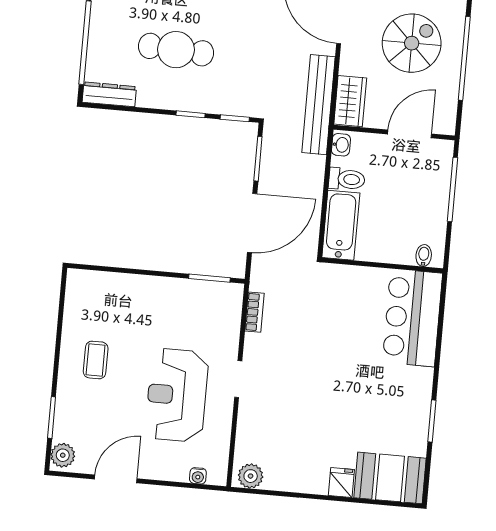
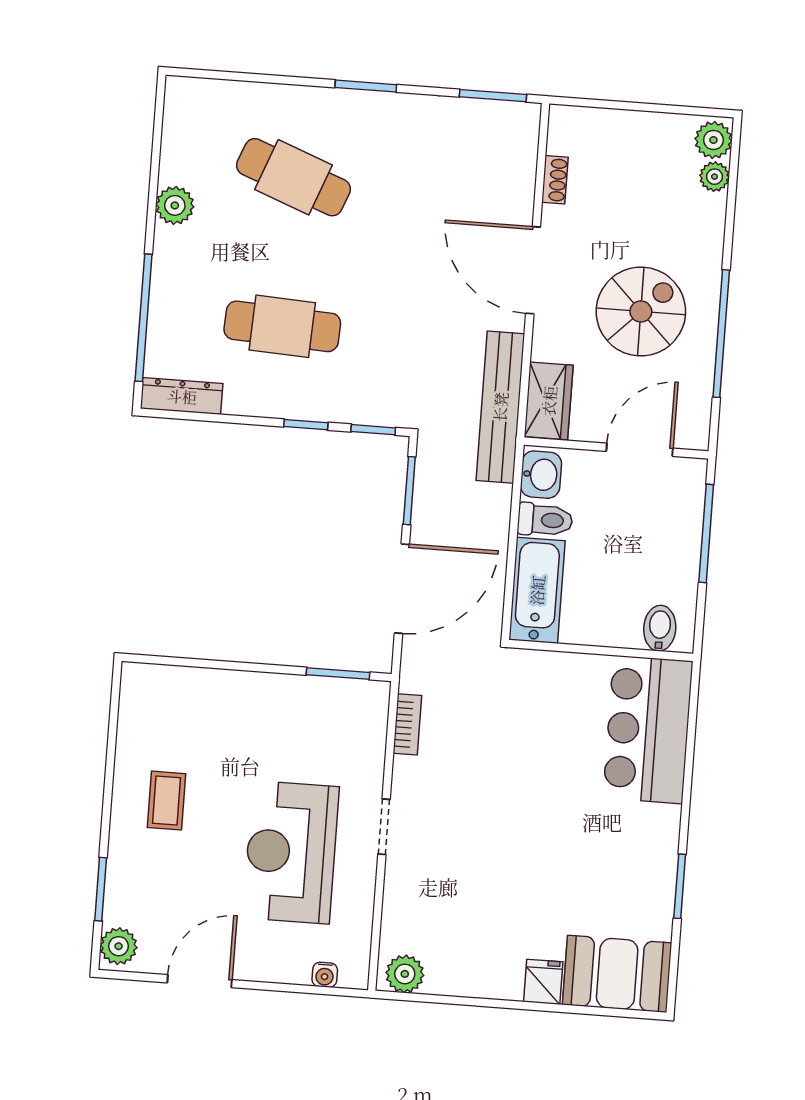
washbasin: (341, 145) -> (541, 475), width x1.38, depth x1.45
bidet: (424, 256) -> (660, 628), width x1.38, depth x1.36

